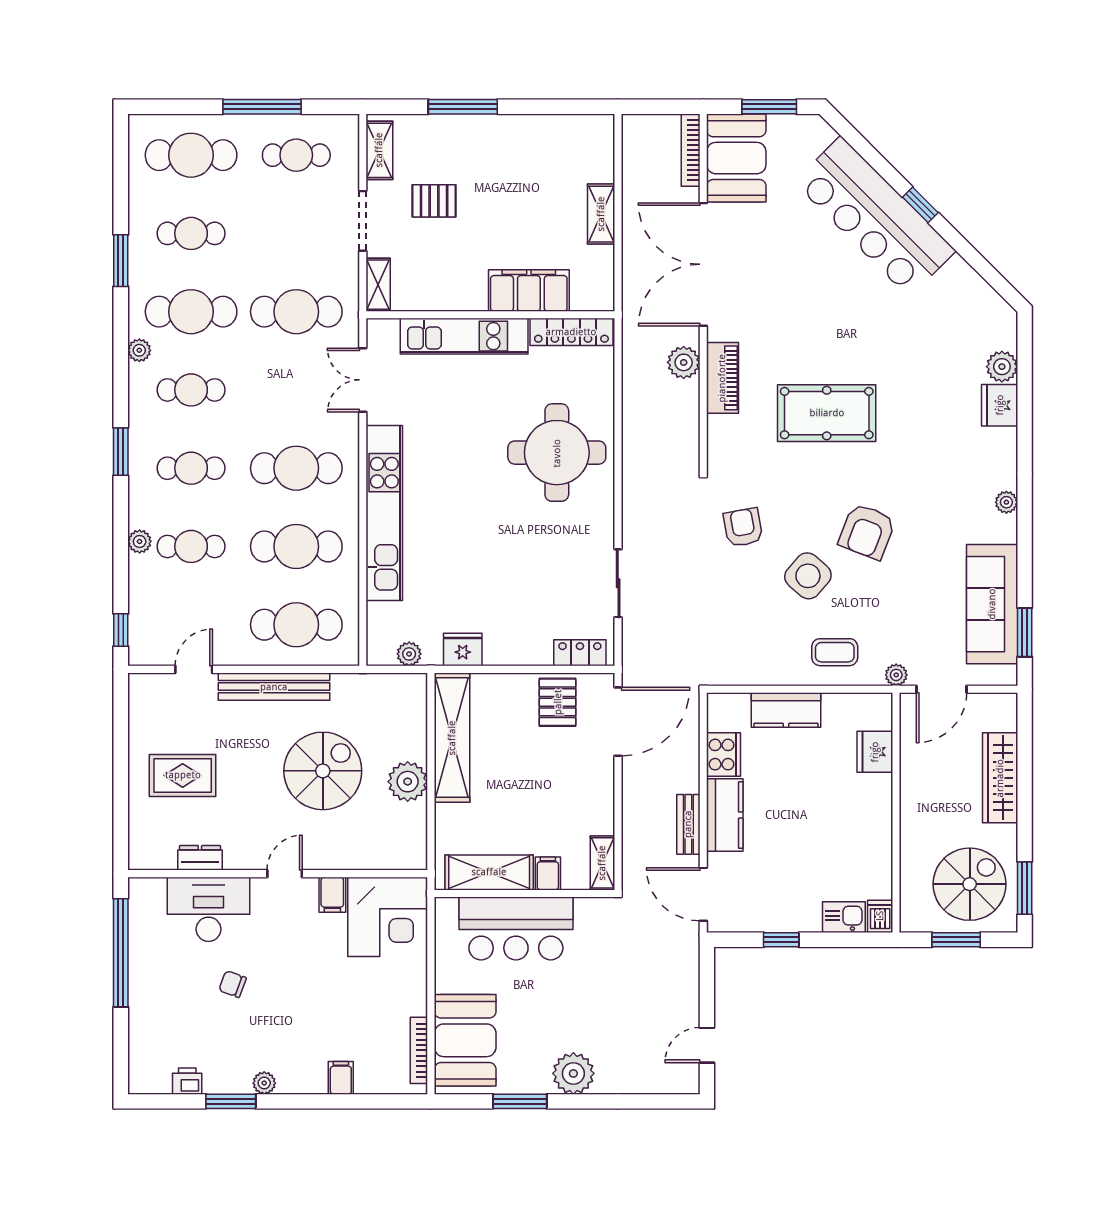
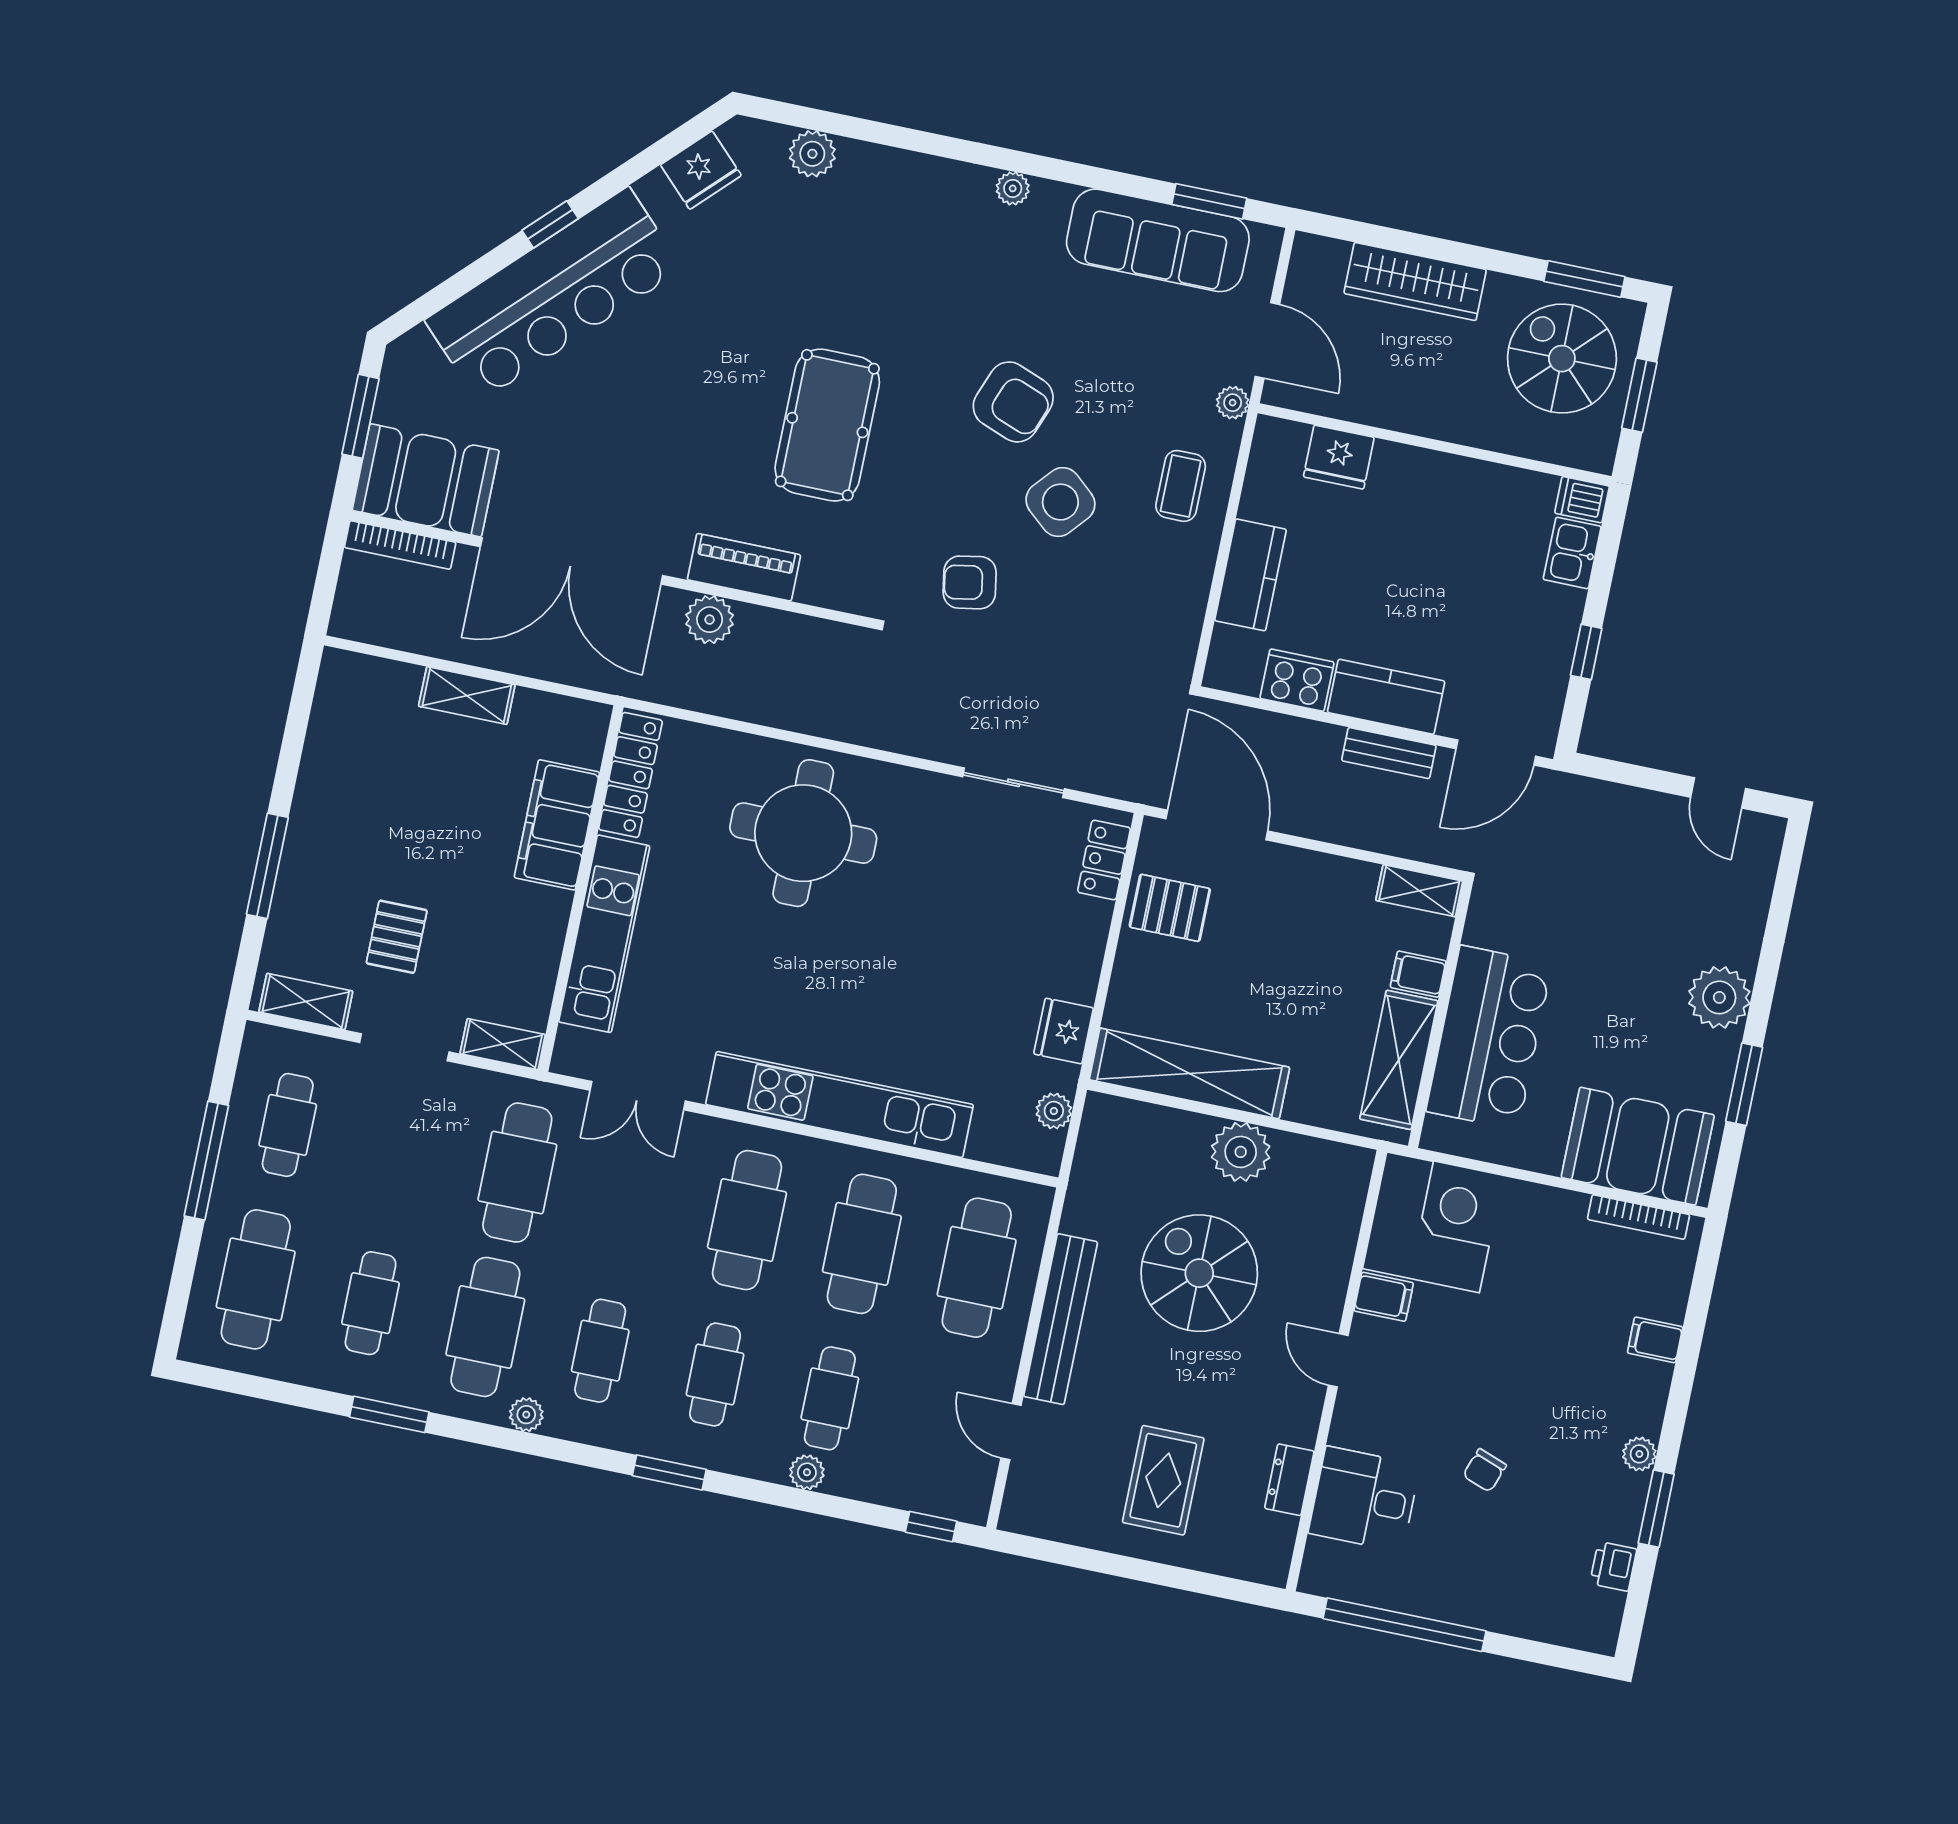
fridge: (1000, 405) -> (701, 170), moved, turned -45
desk: (209, 909) -> (1364, 1499), width x0.73

